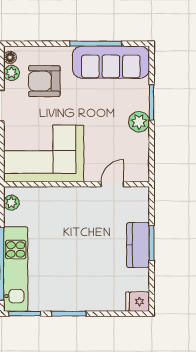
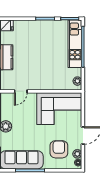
armchair: (44, 81) -> (59, 149), turned -90

